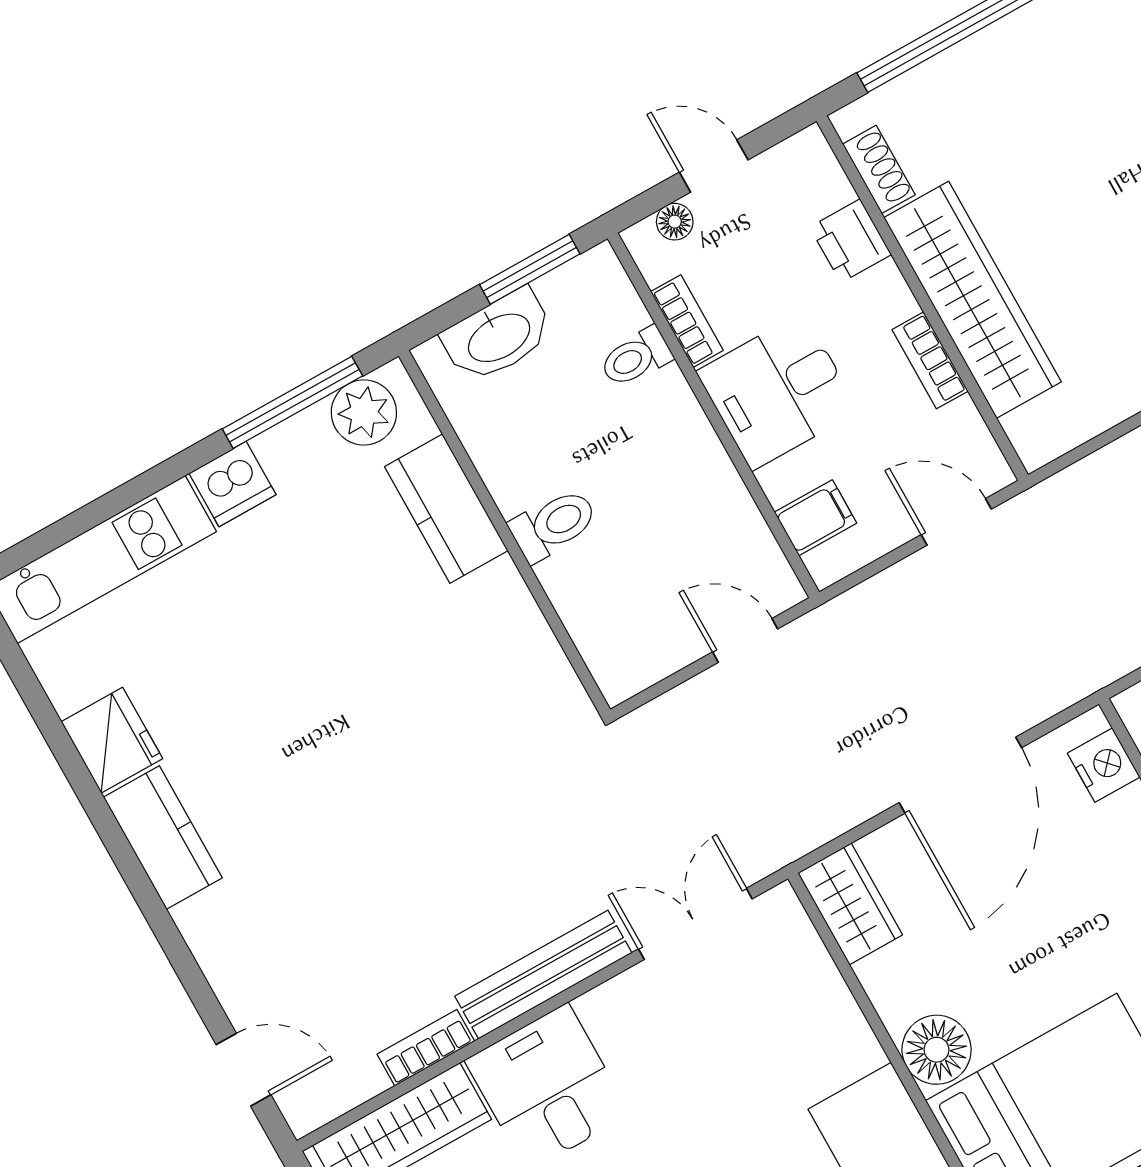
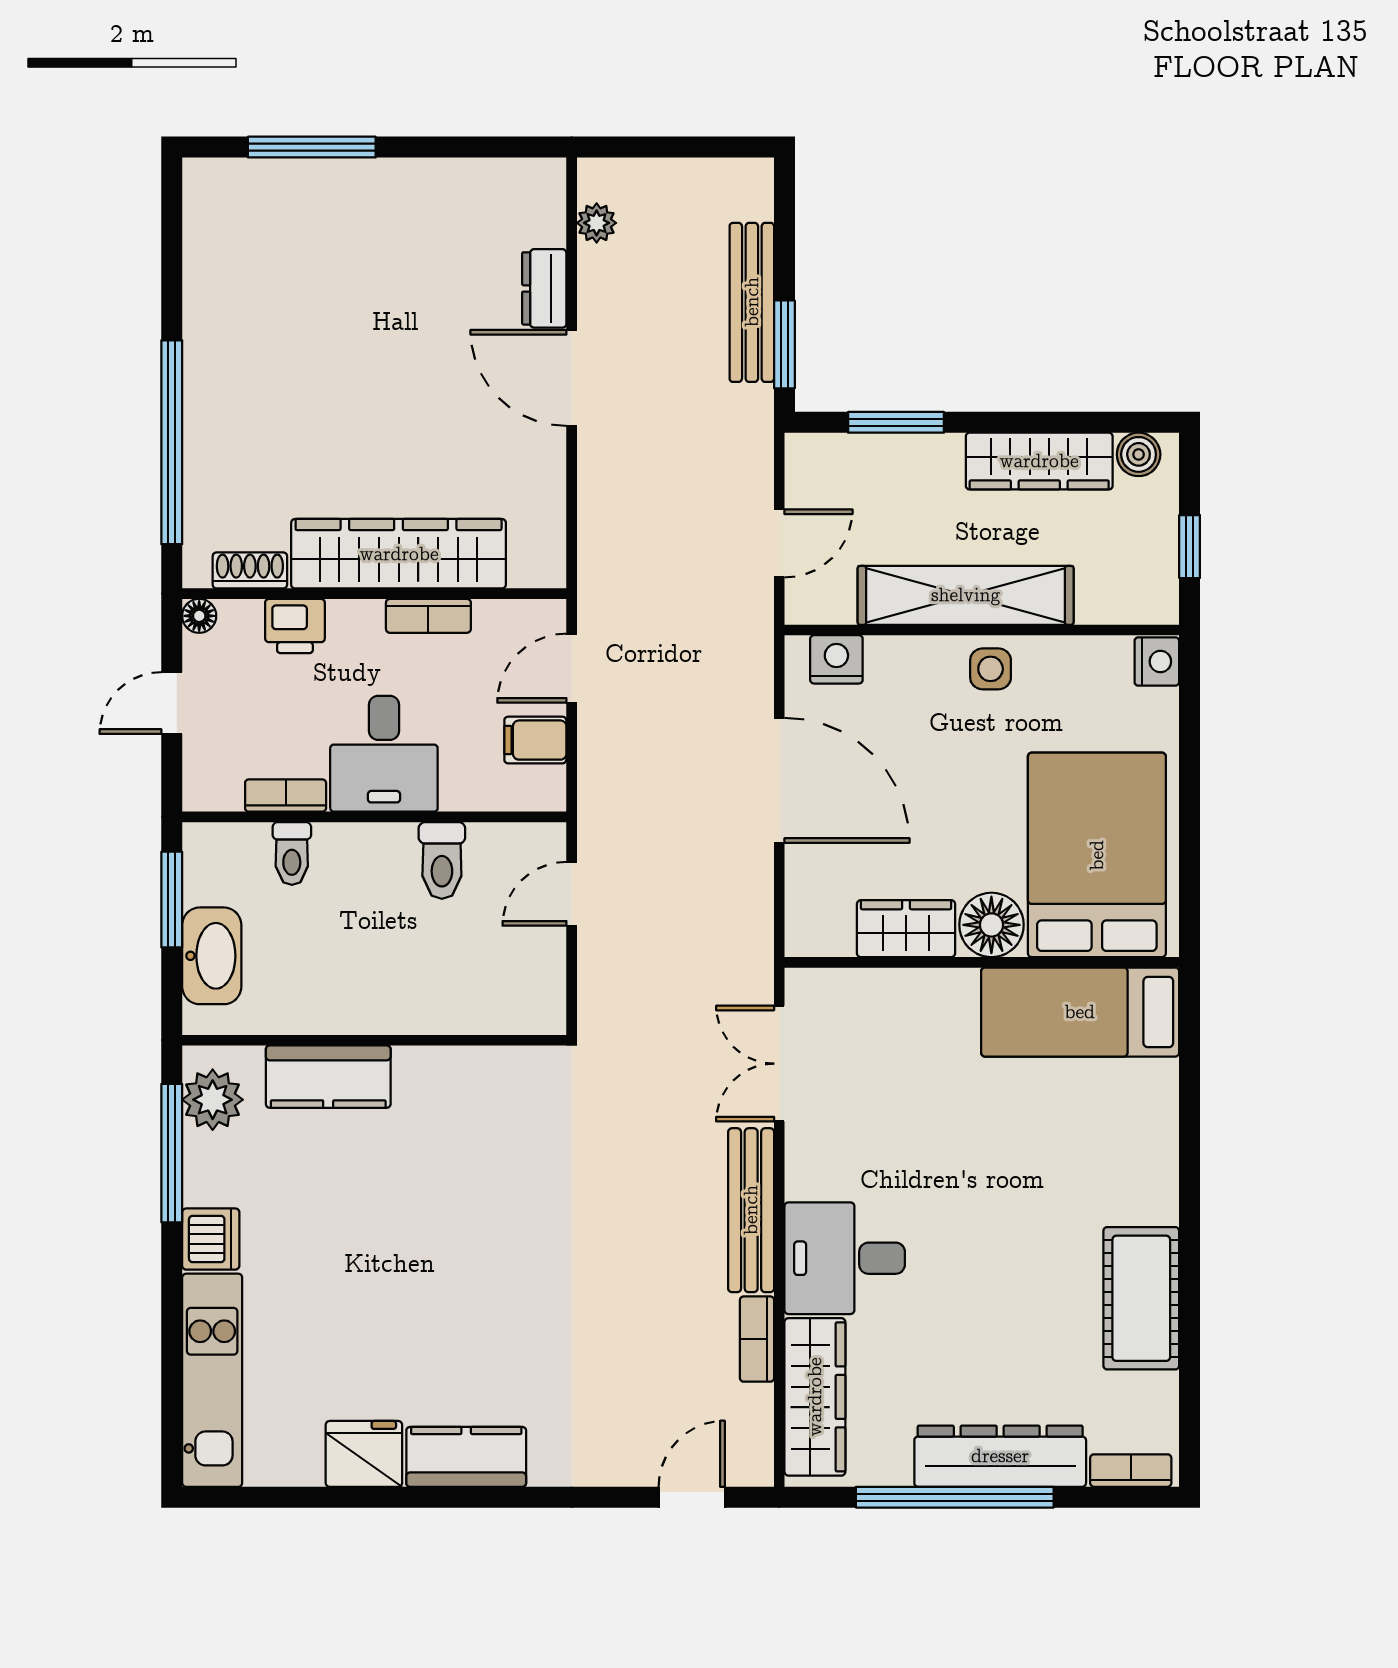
floor lamp: (675, 222) -> (199, 616), moved
filing cabinet: (816, 518) -> (535, 740), moved, turned -90
toilet: (554, 525) -> (442, 860), moved, turned 180
wardrobe: (850, 904) -> (906, 929), moved

